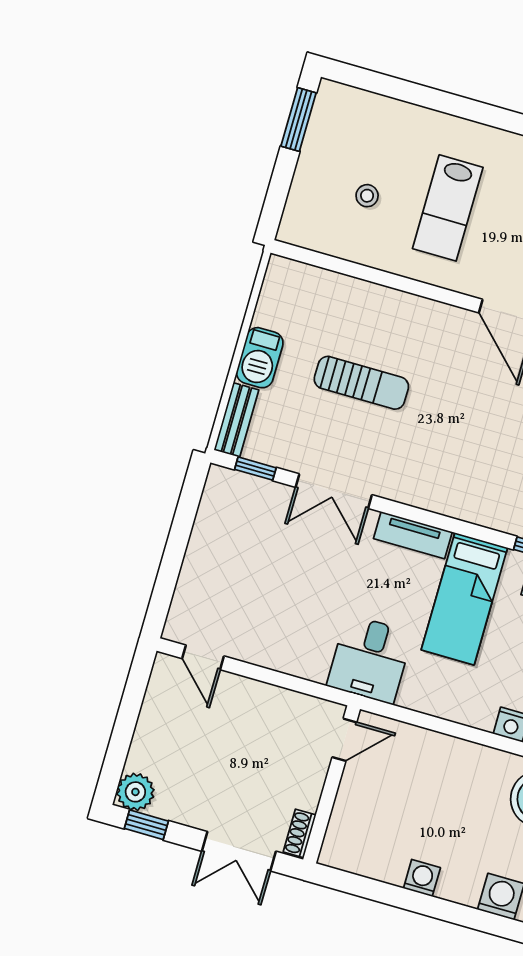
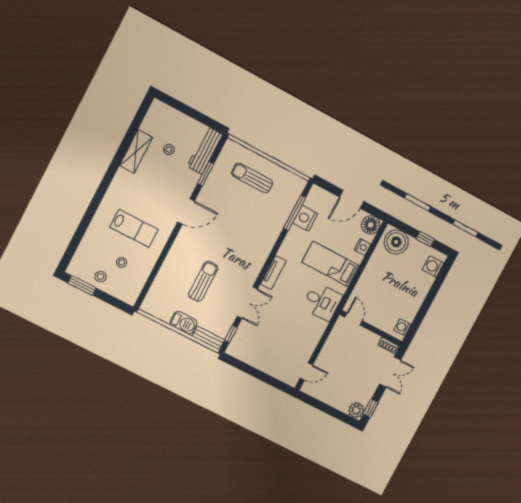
stool: (326, 156) -> (101, 277), added
bed: (464, 599) -> (331, 264), moved, turned 180
washing machine: (422, 878) -> (402, 327), moved

